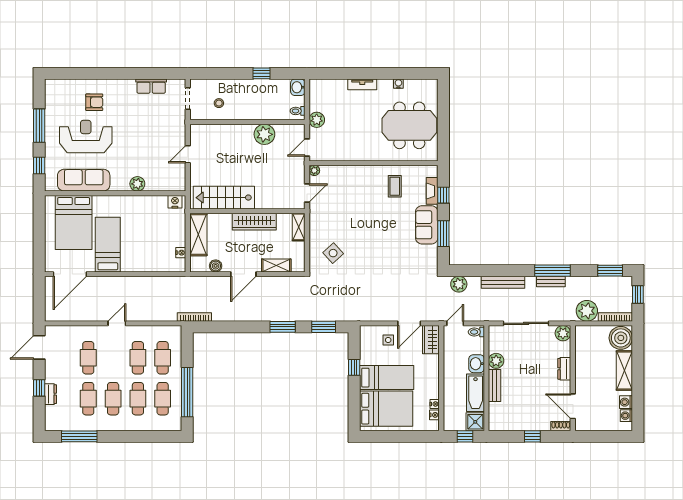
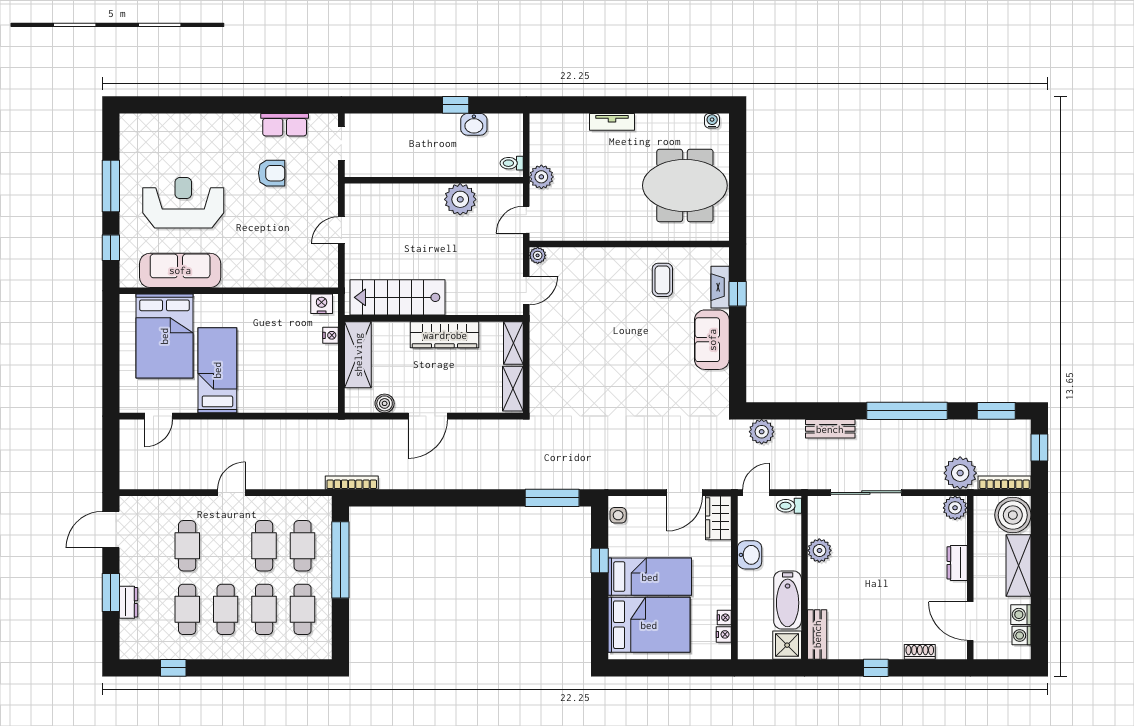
water cooler: (398, 84) -> (712, 121), moved
washbasin: (298, 87) -> (474, 124), moved, turned -90
armchair: (94, 102) -> (272, 173), moved
stool: (219, 103) -> (390, 151), removed
plant: (137, 184) -> (263, 276), removed
window: (443, 234) -> (738, 353), removed
nightstand: (181, 253) -> (331, 335), moved
side table: (333, 253) -> (567, 384), removed
shelving: (276, 266) -> (513, 389), moved, turned 90
window: (553, 271) -> (907, 411), width x1.46
door: (70, 274) -> (159, 416), width x0.53
bench: (503, 282) -> (830, 429), width x0.73
bench: (551, 282) -> (904, 428), removed
window: (283, 327) -> (488, 498), removed
window: (324, 327) -> (552, 498), width x1.44
plant: (563, 333) -> (955, 508), moved
side table: (388, 340) -> (618, 515), moved
washbasin: (477, 364) -> (750, 555), moved, turned 180
dresser: (564, 369) -> (957, 563), moved
wall: (573, 378) -> (970, 578), moved
bench: (495, 386) -> (817, 634), moved
window: (39, 388) -> (111, 593), width x1.50
window: (187, 392) -> (340, 560), moved
door: (573, 406) -> (970, 621), moved
window: (79, 436) -> (173, 668), width x0.46
window: (465, 436) -> (771, 668), removed

